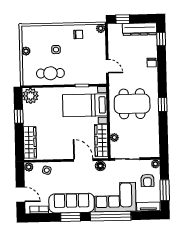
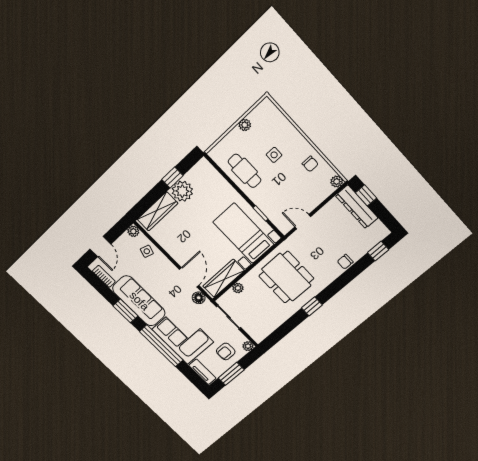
dresser: (140, 29) -> (357, 207), moved
door: (107, 66) -> (303, 222), swing flipped
plant: (31, 96) -> (182, 191), moved

